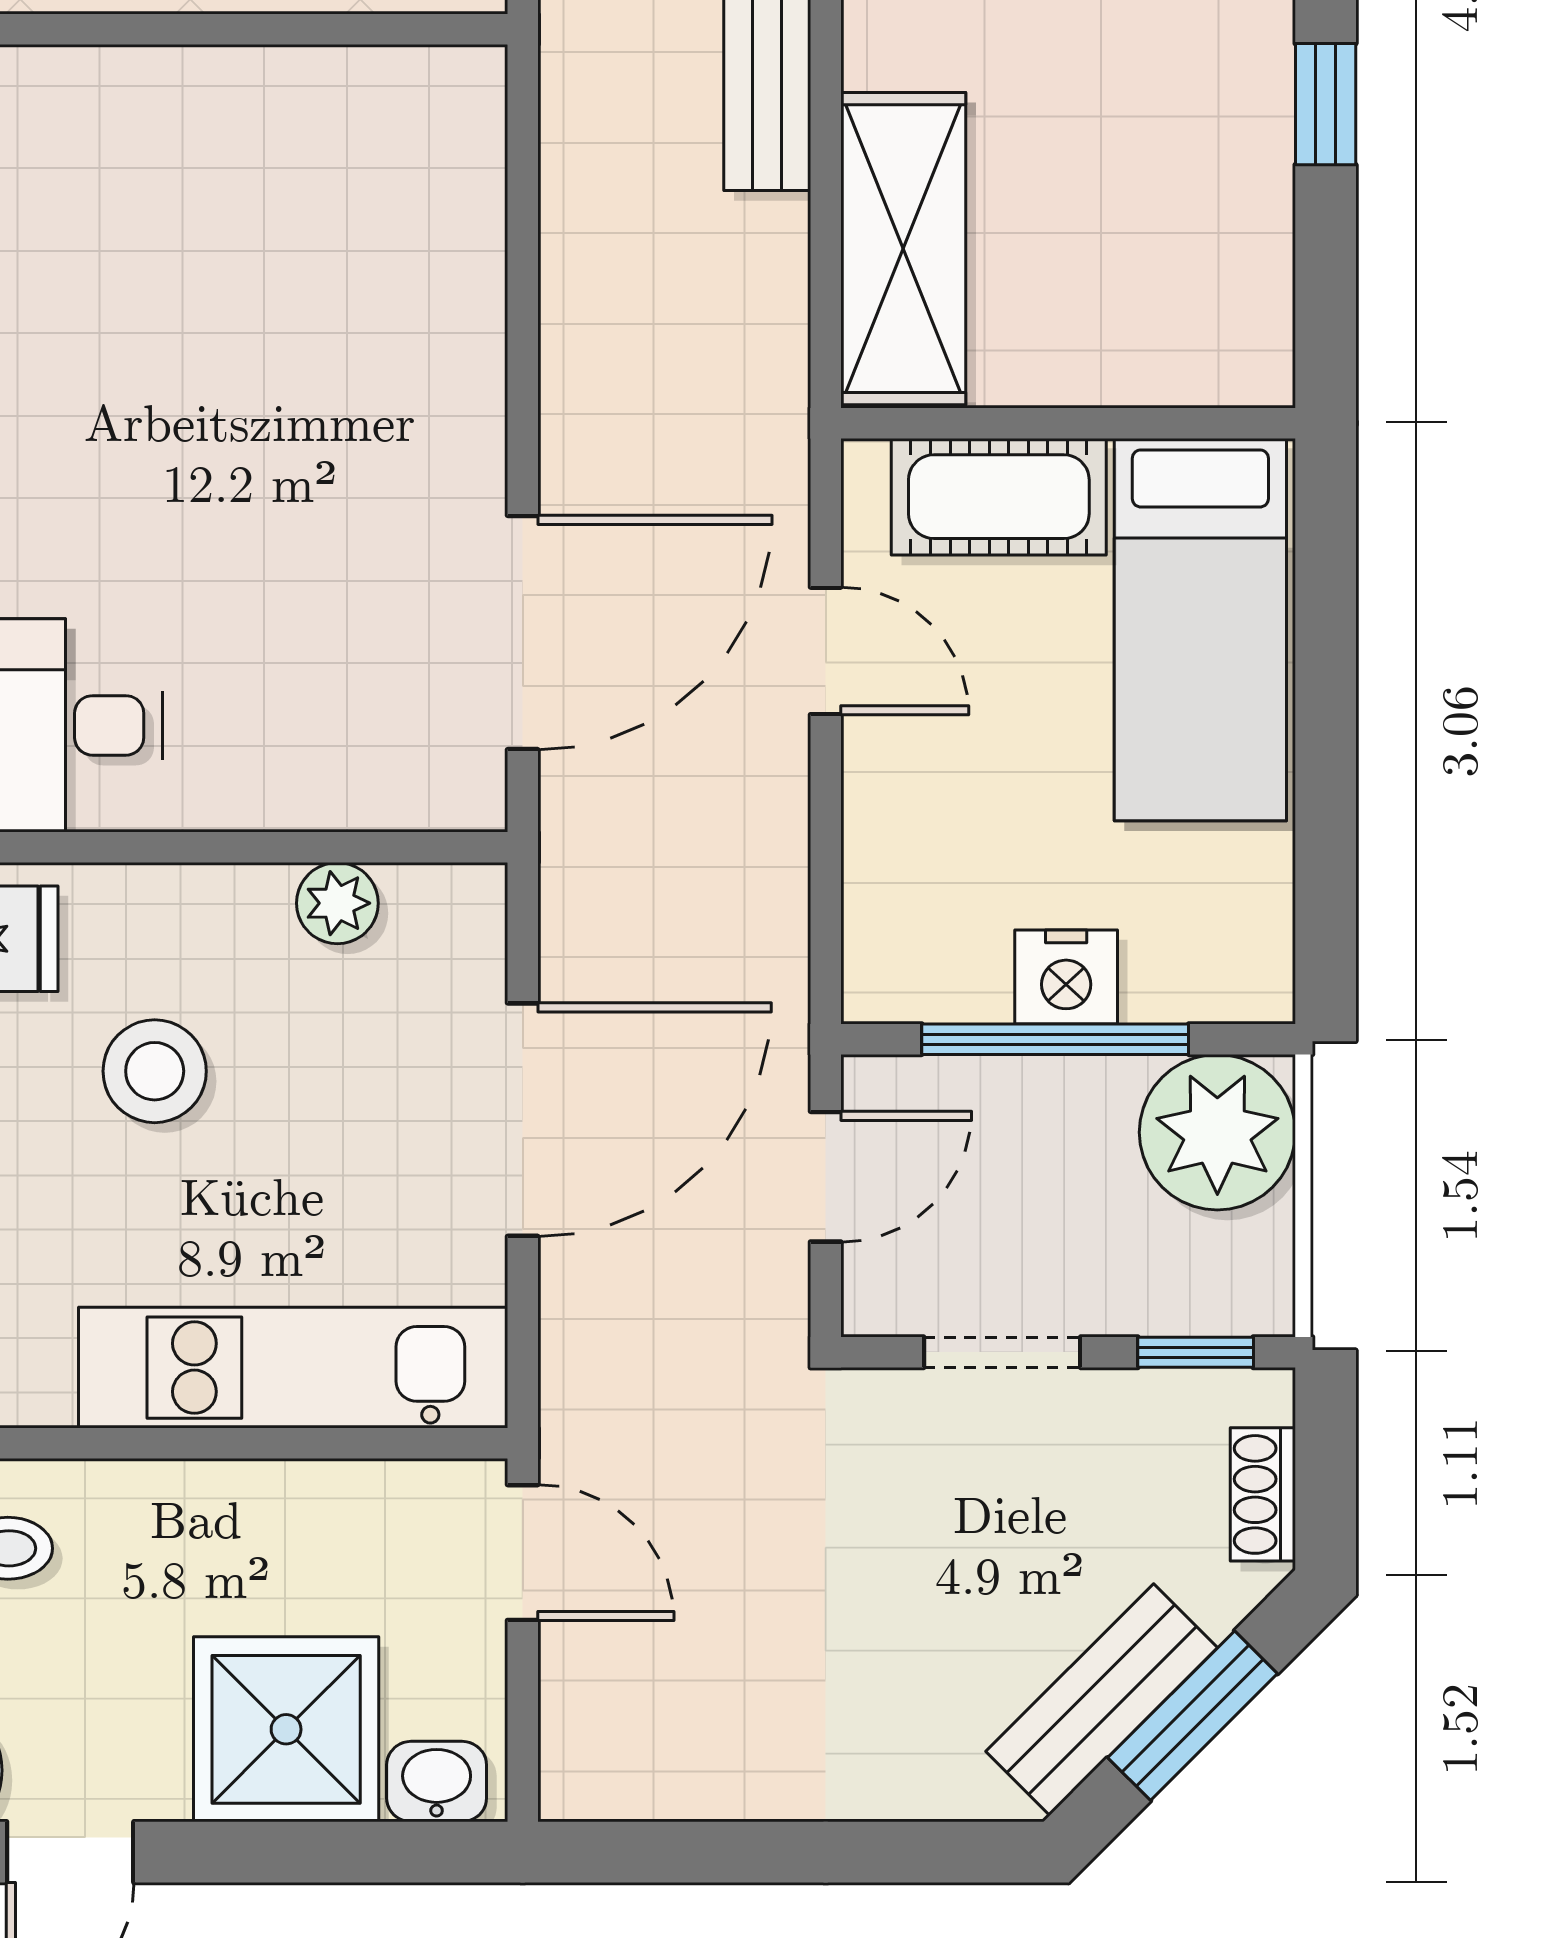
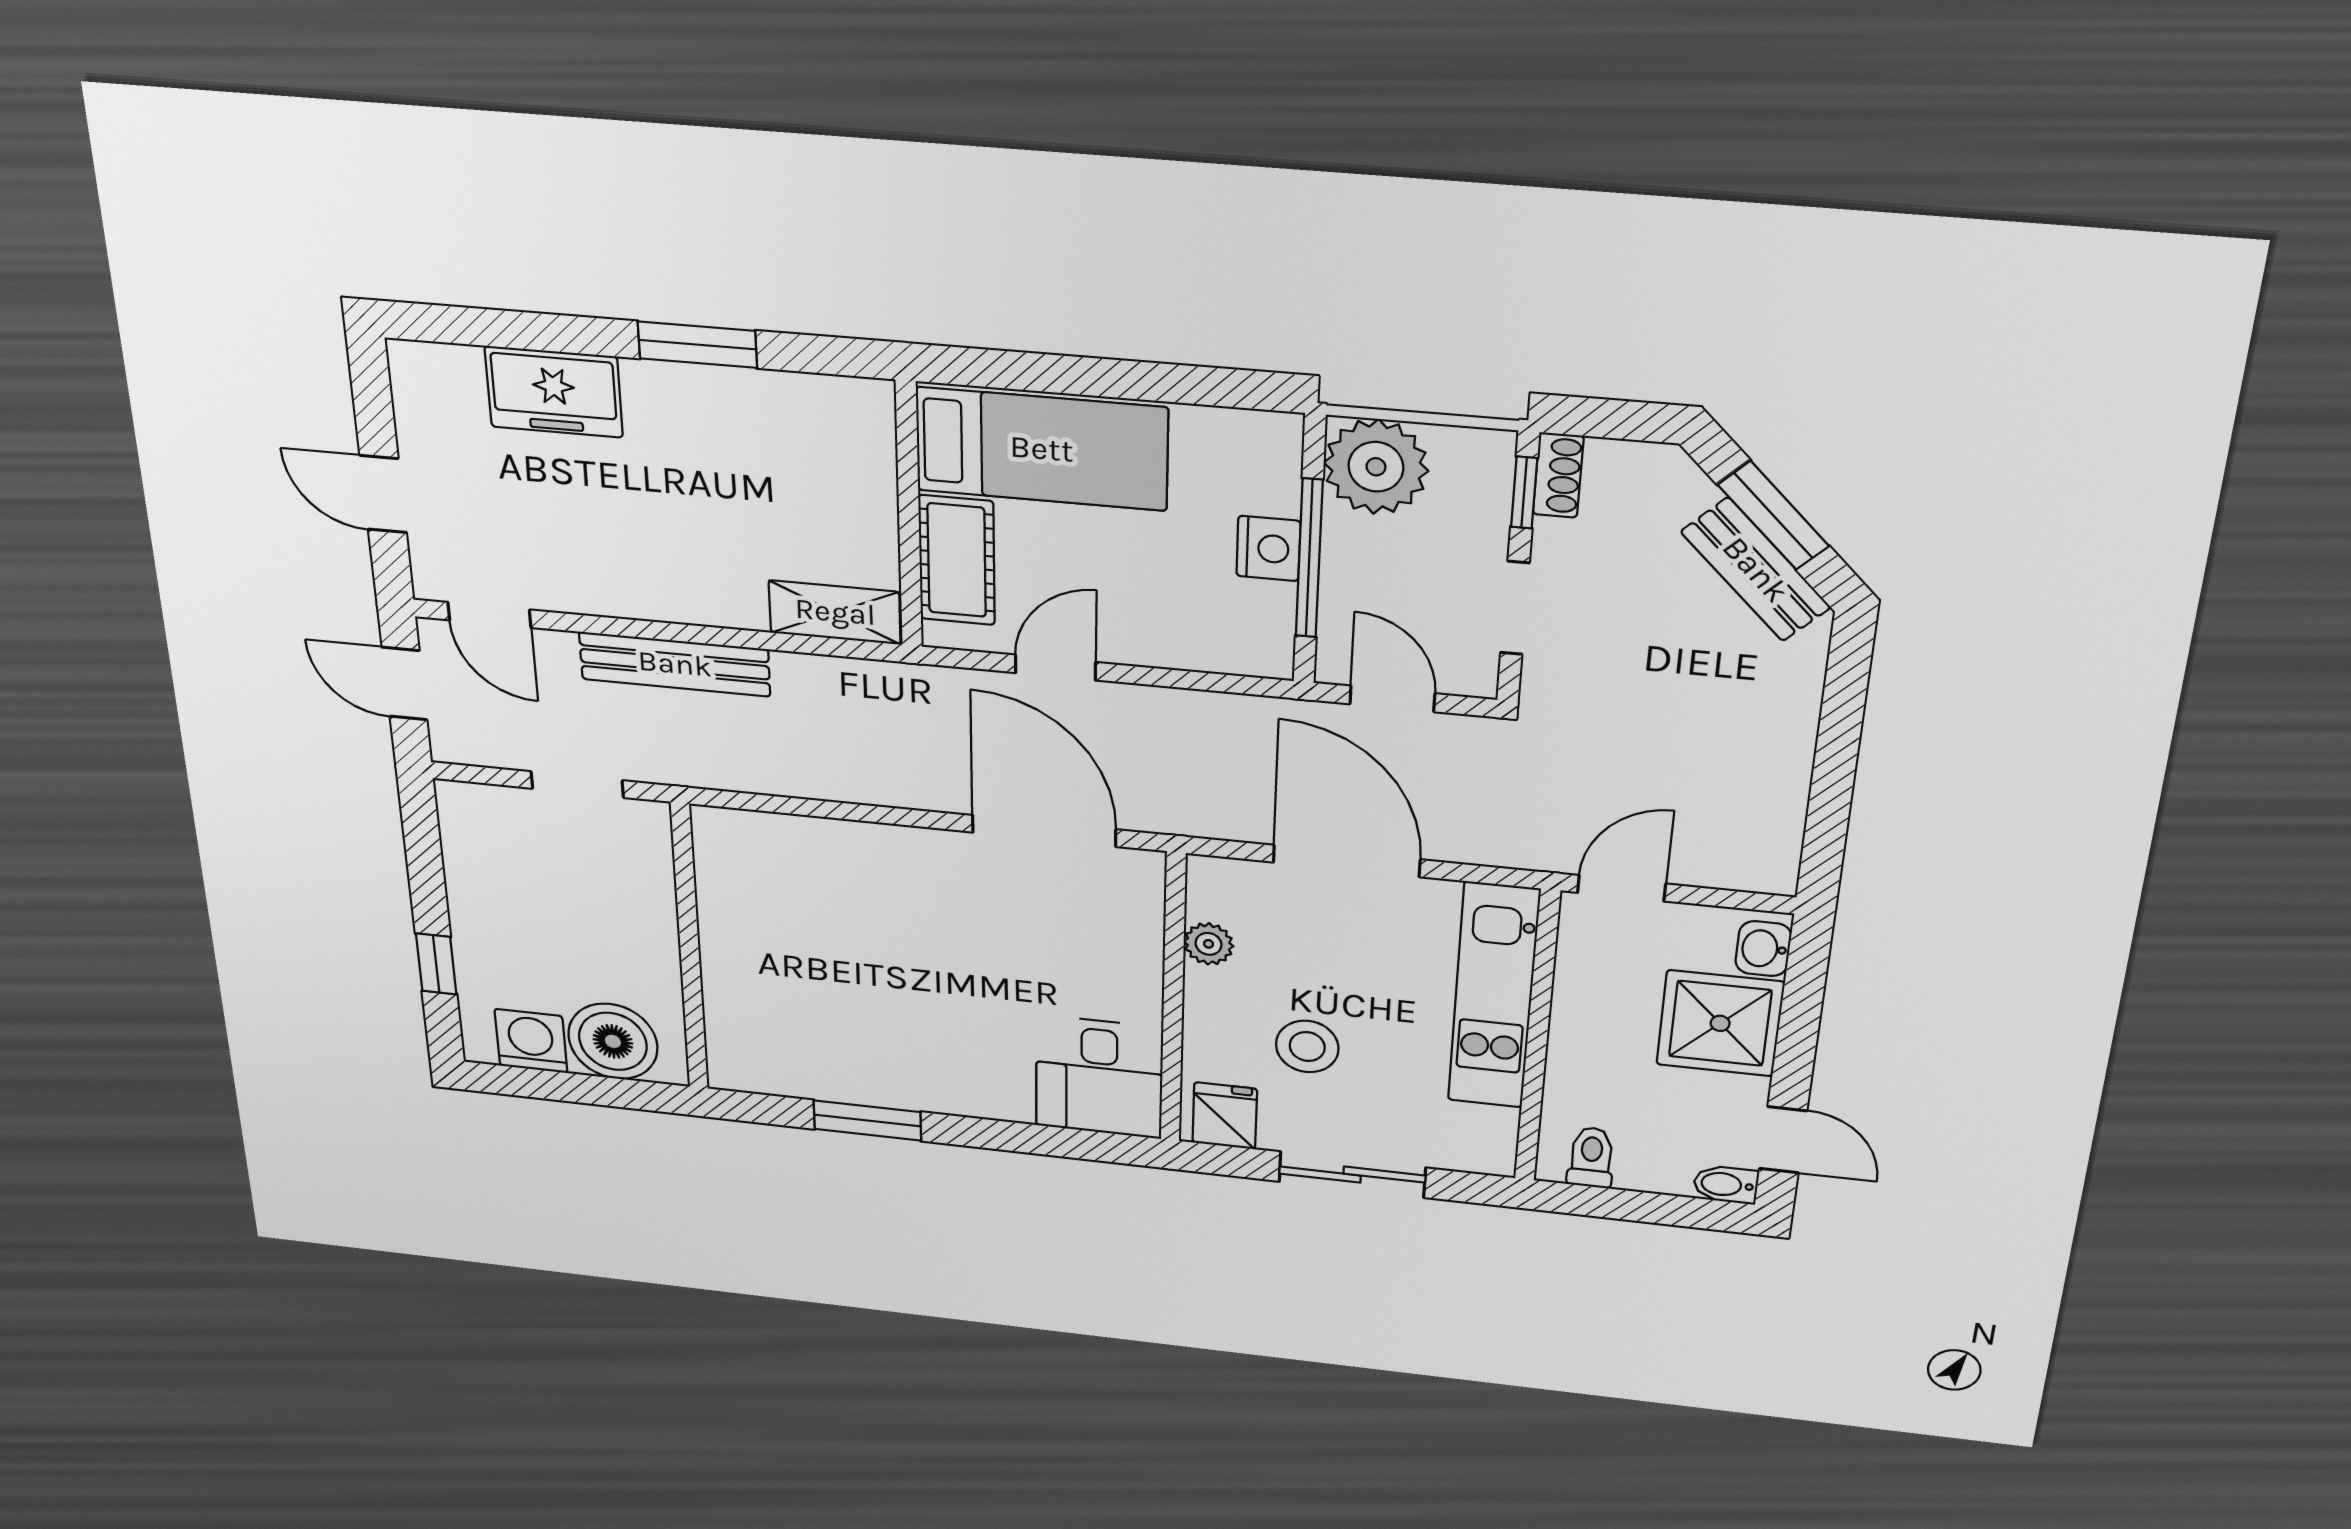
window: (1326, 104) -> (697, 345), width x1.50
shelving: (903, 249) -> (835, 612), width x0.67, depth x0.75
shoe rack: (1263, 1494) -> (1558, 475), moved, turned -90

